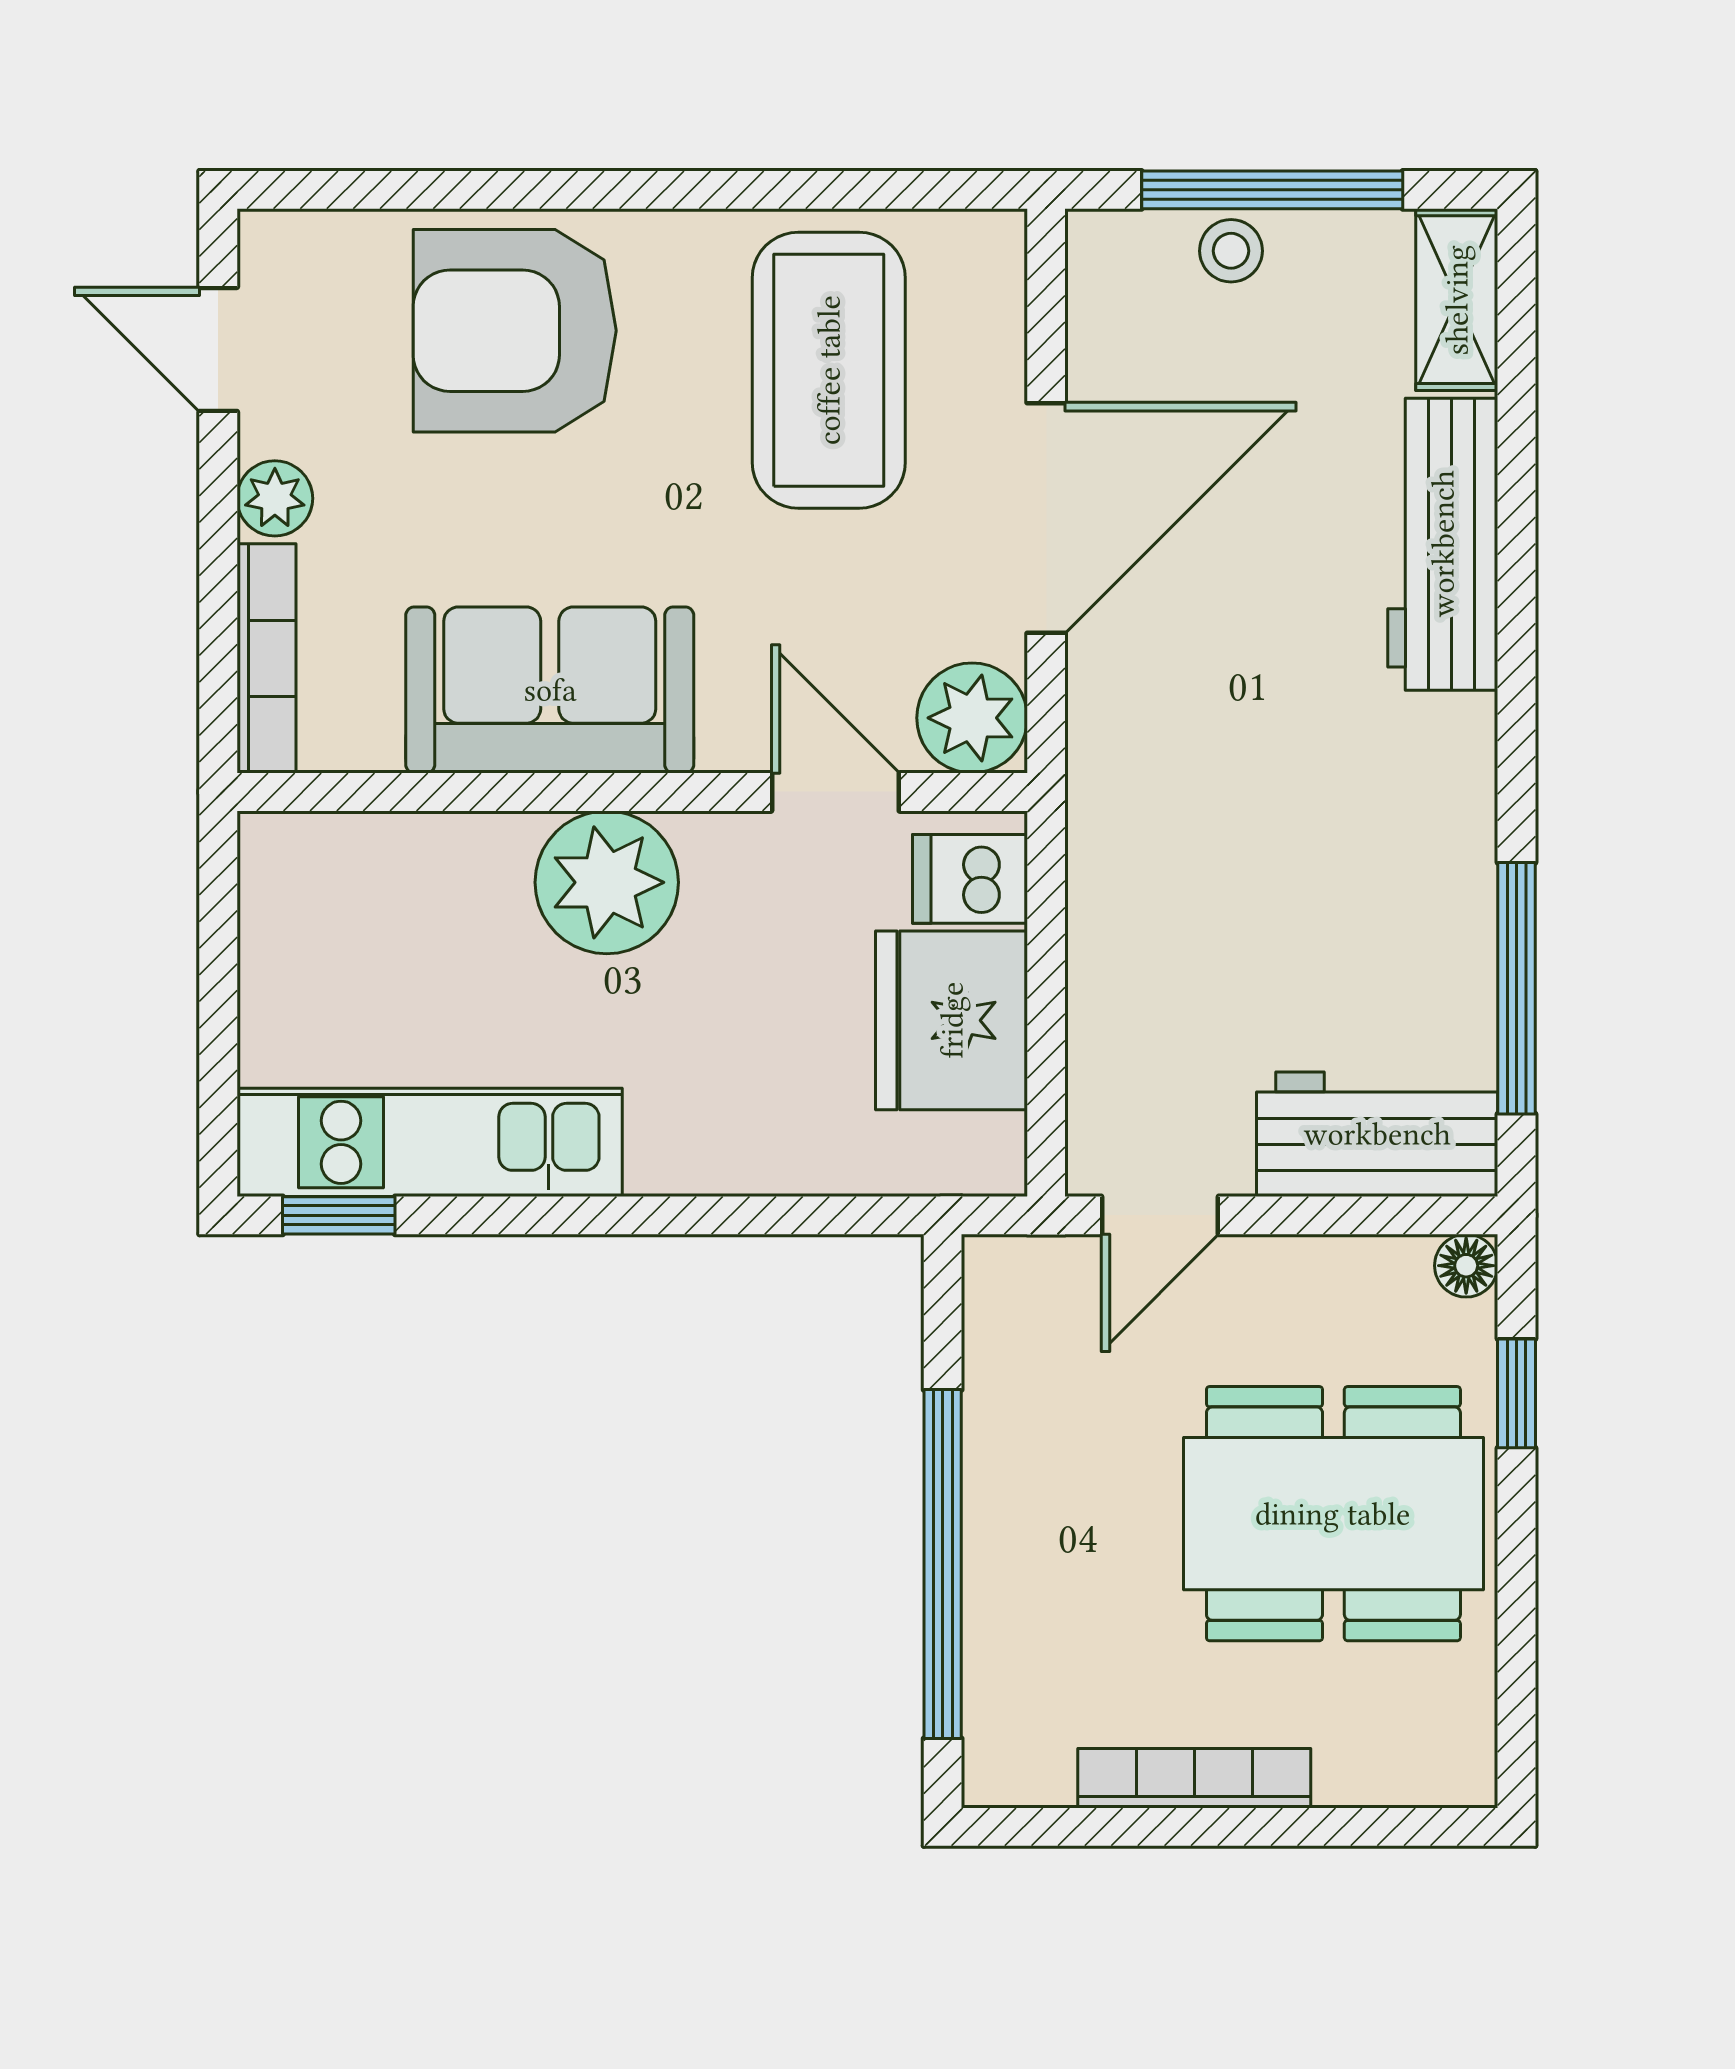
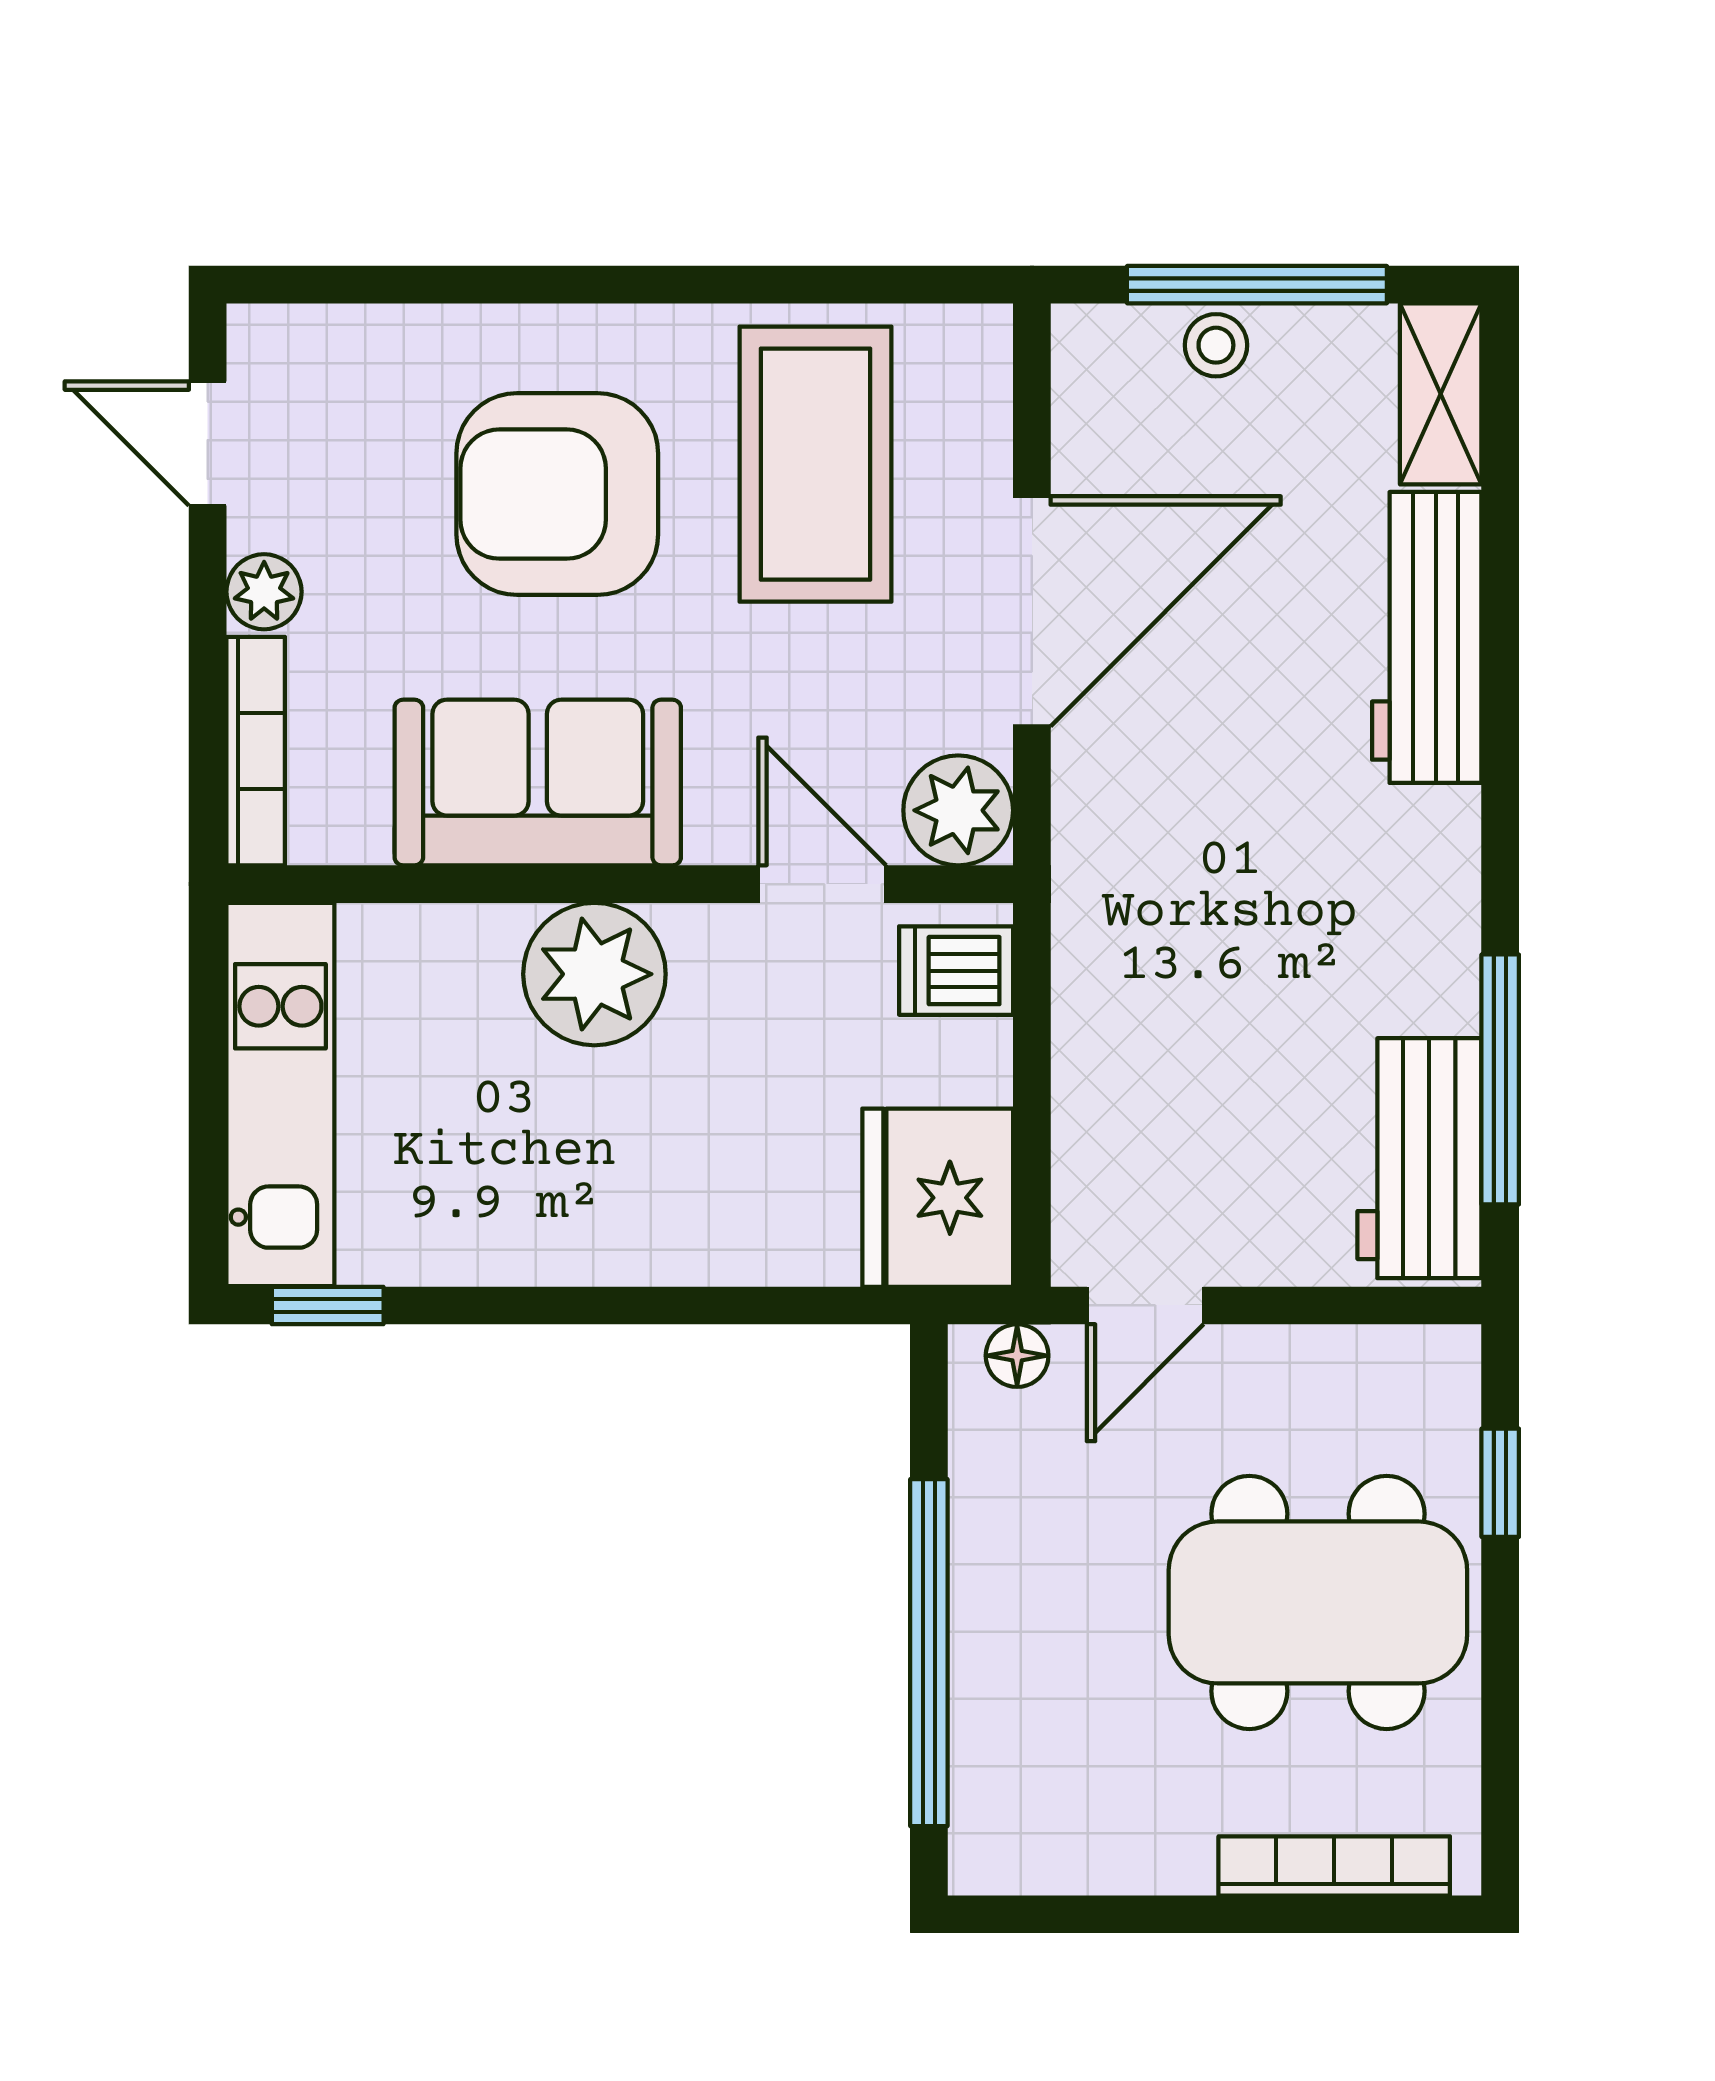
armchair: (515, 331) -> (557, 494), moved
fridge: (952, 1020) -> (938, 1198), moved
workbench: (1377, 1134) -> (1419, 1158), moved, turned -90
kitchen unit: (430, 1142) -> (280, 1094), moved, turned 90
floor lamp: (1466, 1266) -> (1017, 1356), moved
bookcase: (1194, 1778) -> (1334, 1866), moved

